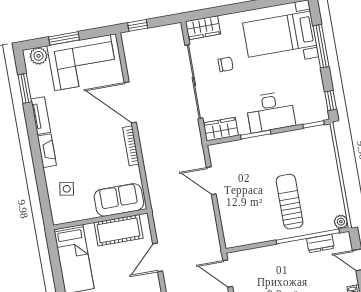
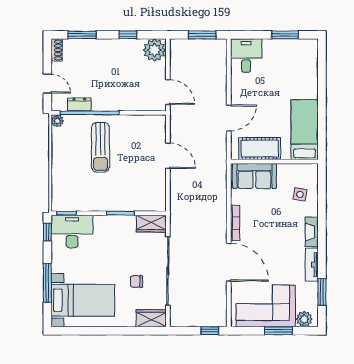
desk: (270, 112) -> (72, 231), moved
door: (211, 181) -> (168, 156), moved

